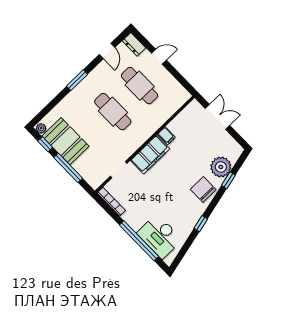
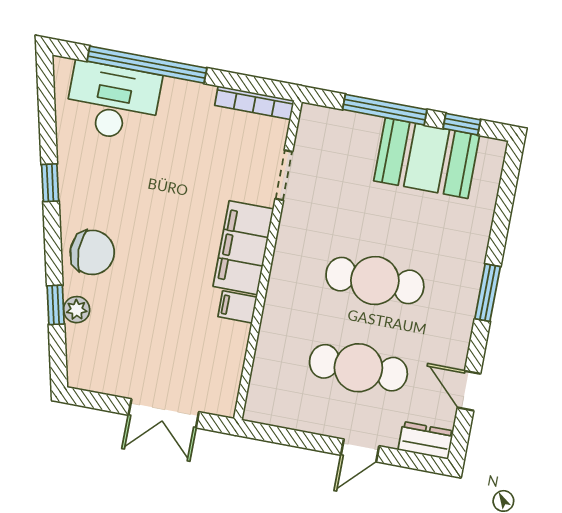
plant: (41, 128) -> (492, 150), removed
plant: (221, 167) -> (77, 310), width x0.53, depth x0.53

